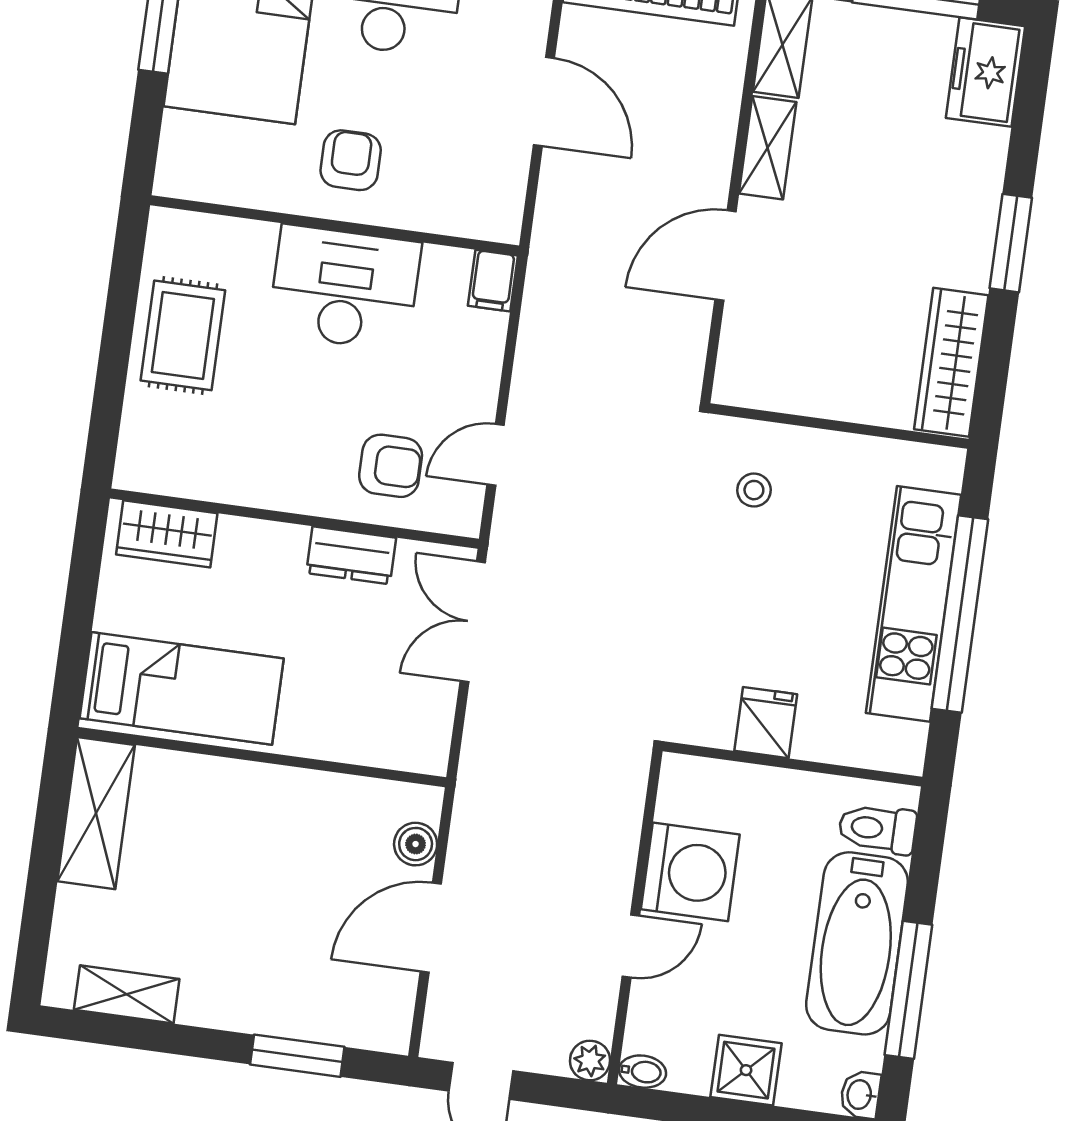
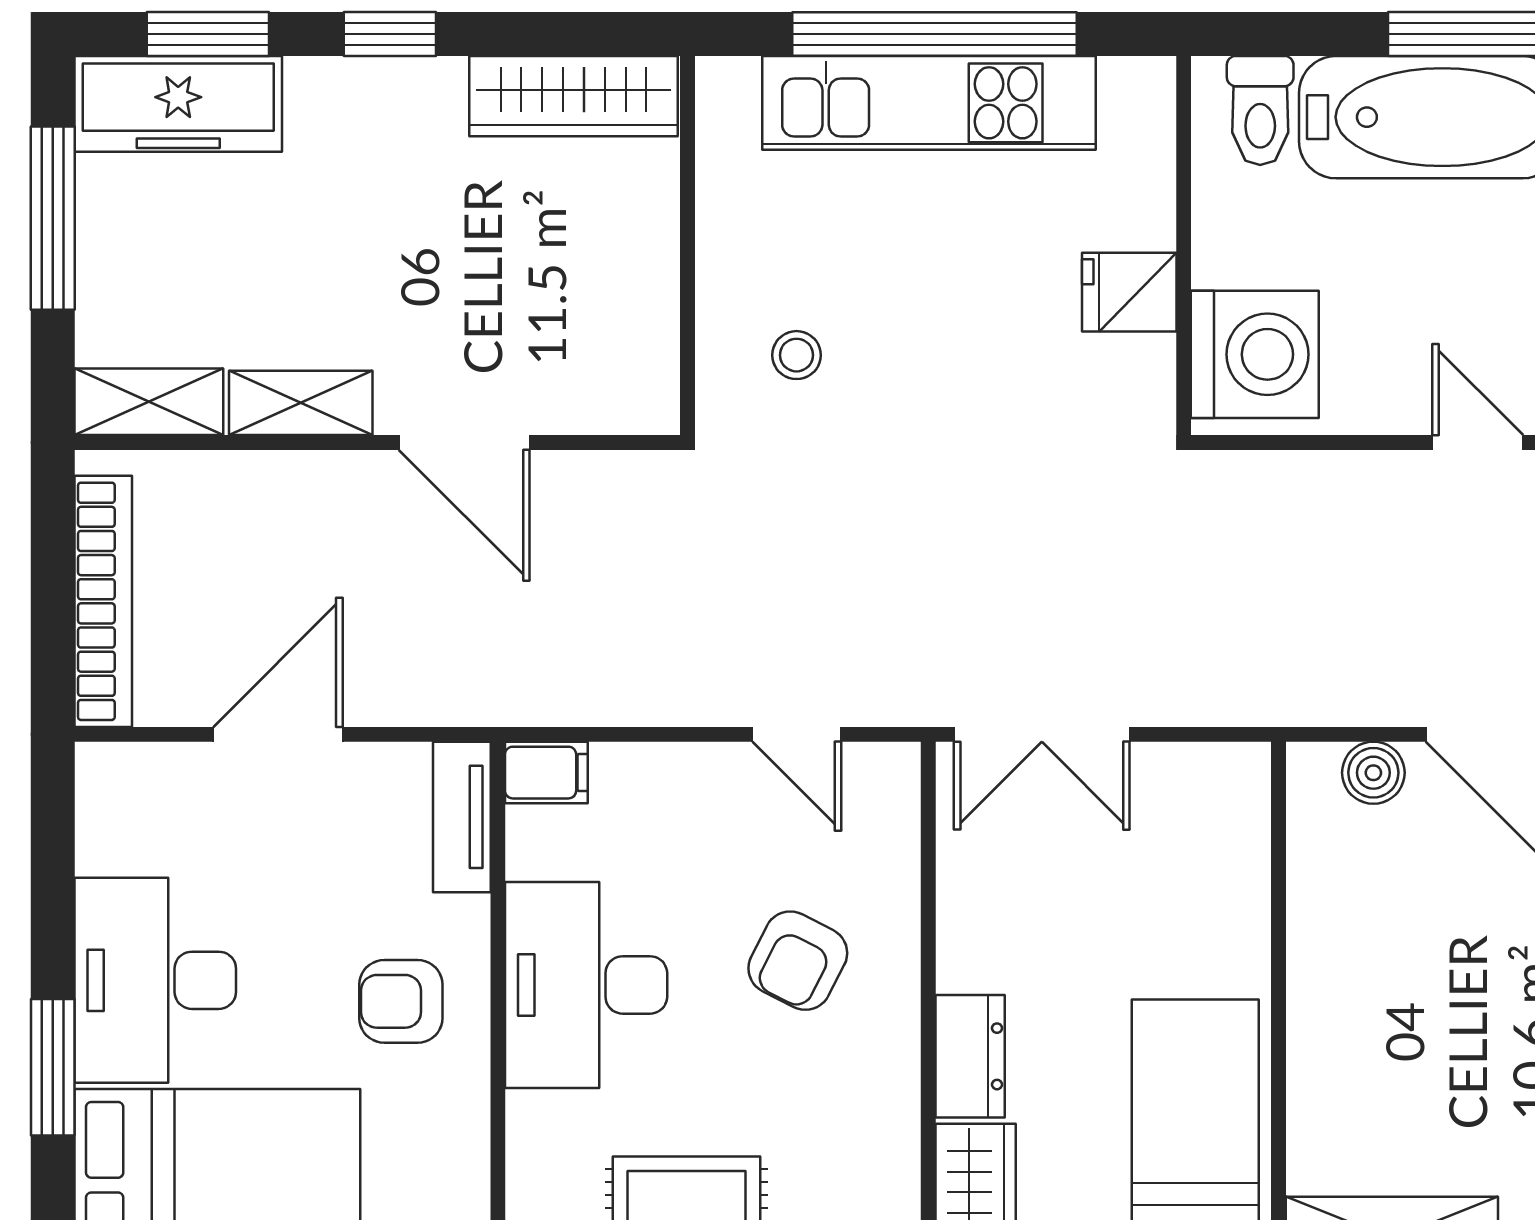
freezer: (986, 72) -> (178, 104), width x1.40
window: (1028, 119) -> (208, 34), added
tv unit: (471, 219) -> (462, 817), added
window: (1011, 243) -> (390, 34), width x0.67
armchair: (391, 466) -> (798, 961), moved, turned -153
dresser: (351, 555) -> (970, 1056), moved
washing machine: (690, 872) -> (1255, 354), moved, turned 90

